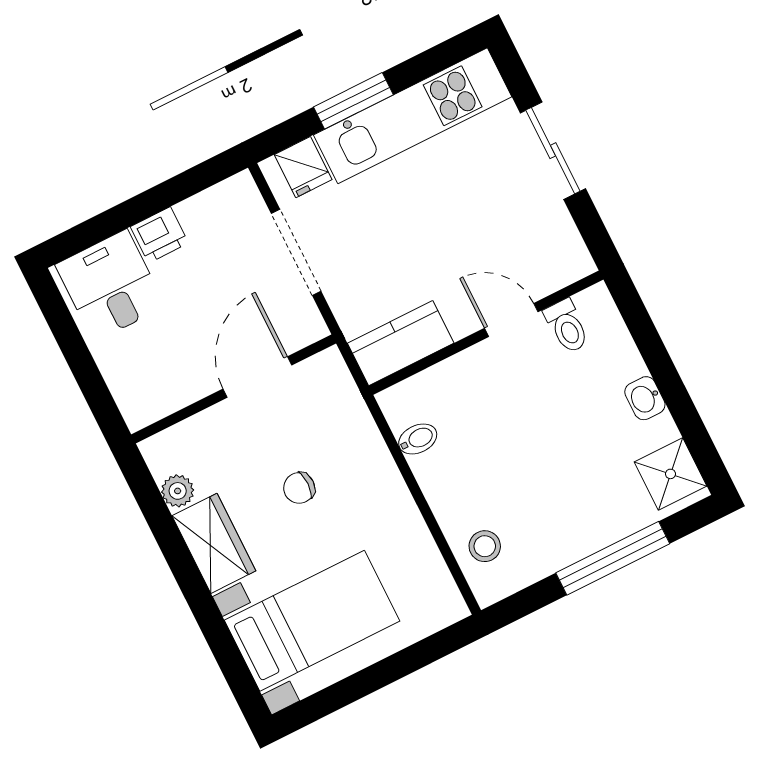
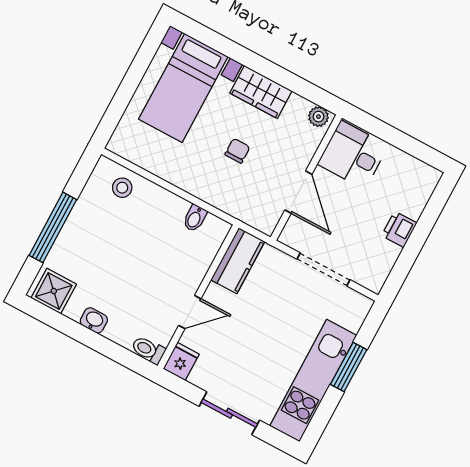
fridge: (303, 167) -> (181, 361), moved, turned 90
desk: (110, 285) -> (353, 155), moved, turned 180
toilet: (567, 326) -> (148, 350), moved
plant: (178, 491) -> (318, 117), moved

